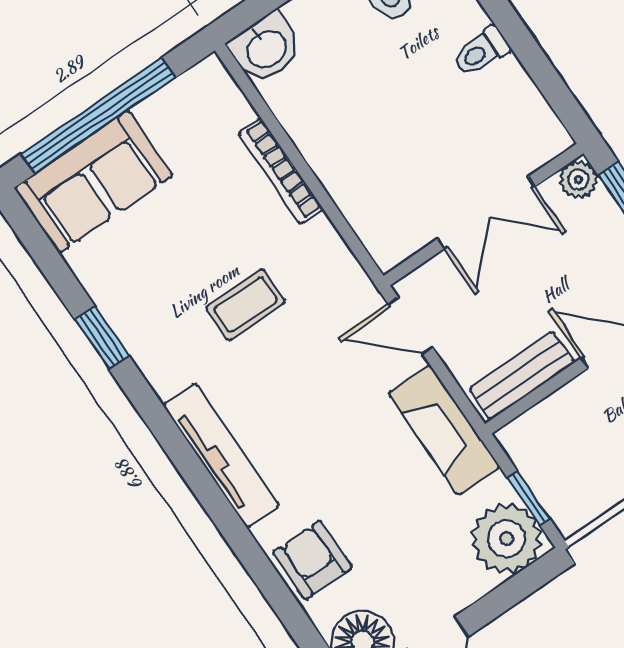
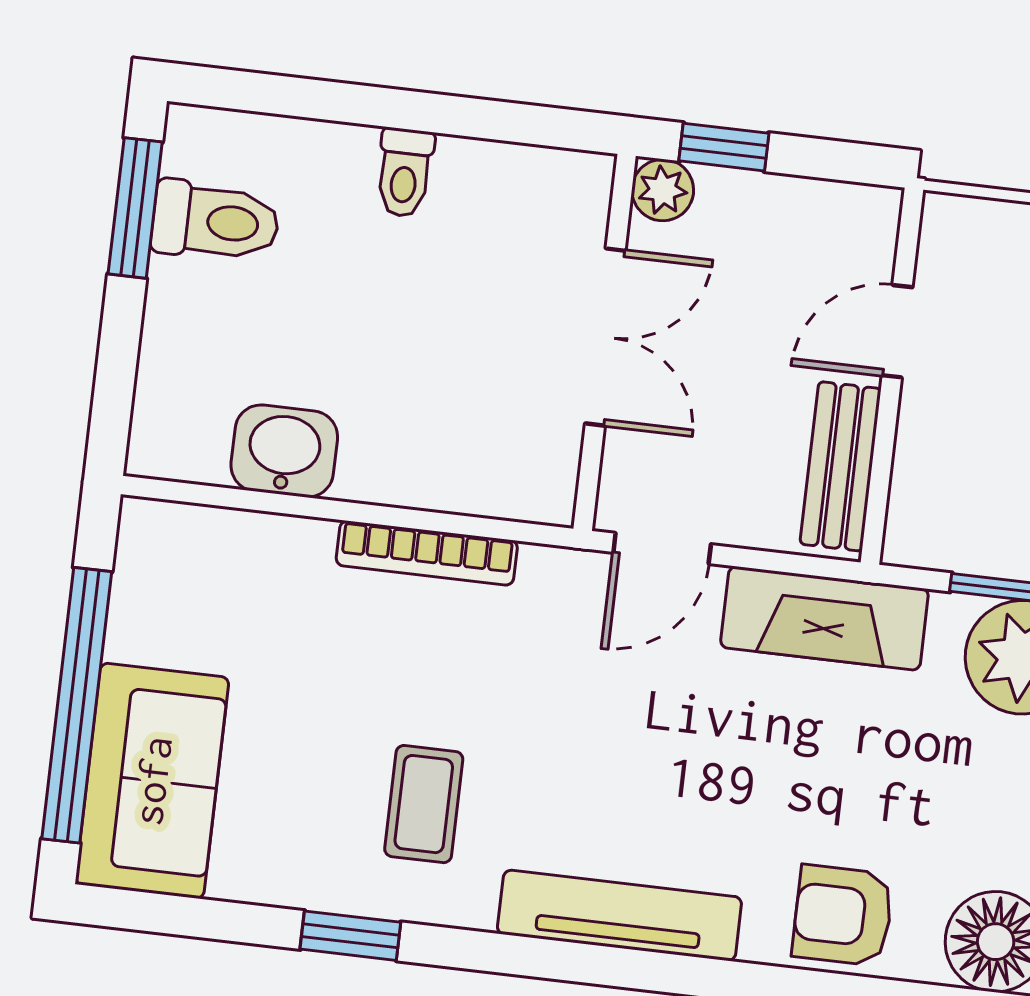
washbasin: (266, 48) -> (284, 451), moved, turned -90
bookcase: (281, 171) -> (427, 553), moved
coffee table: (246, 305) -> (424, 804), moved

